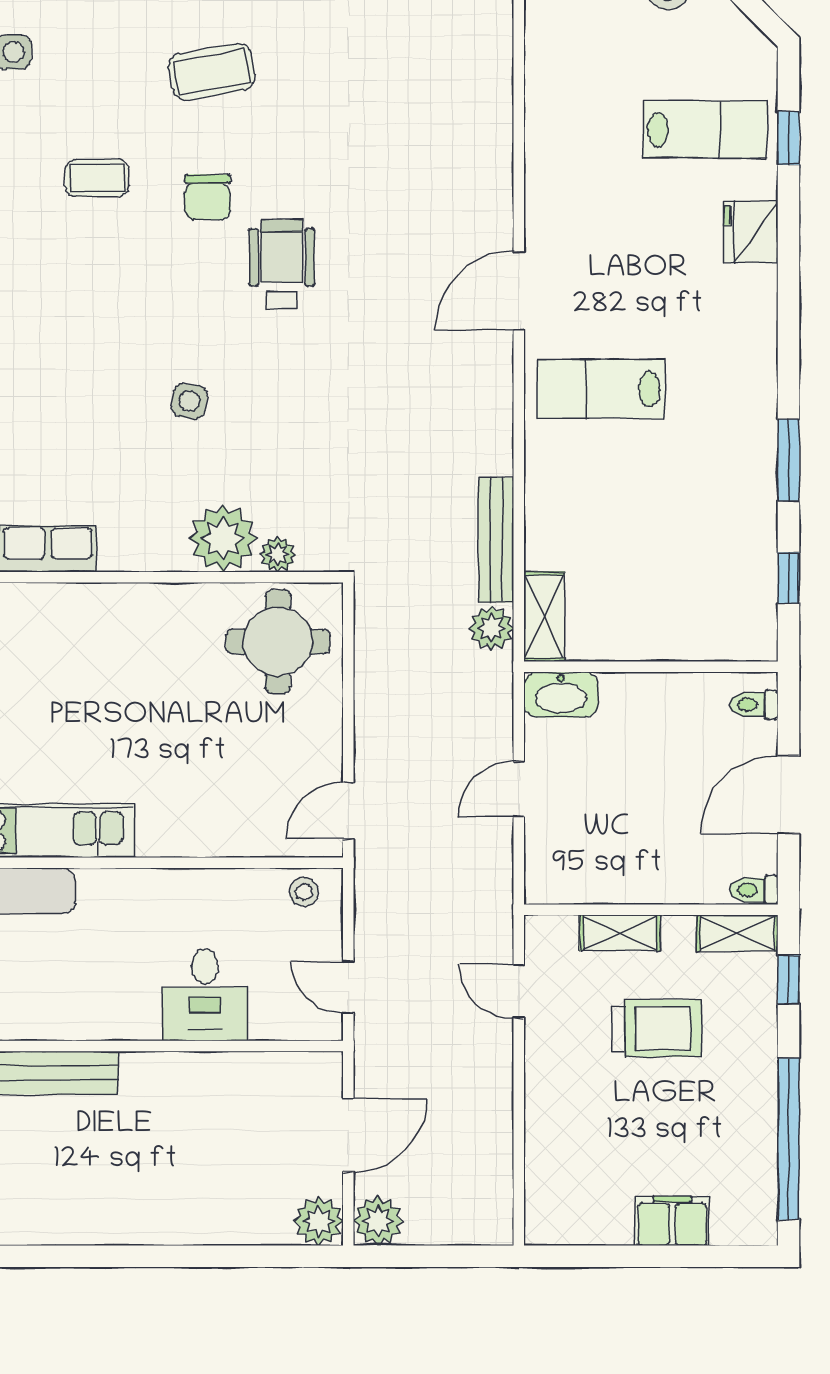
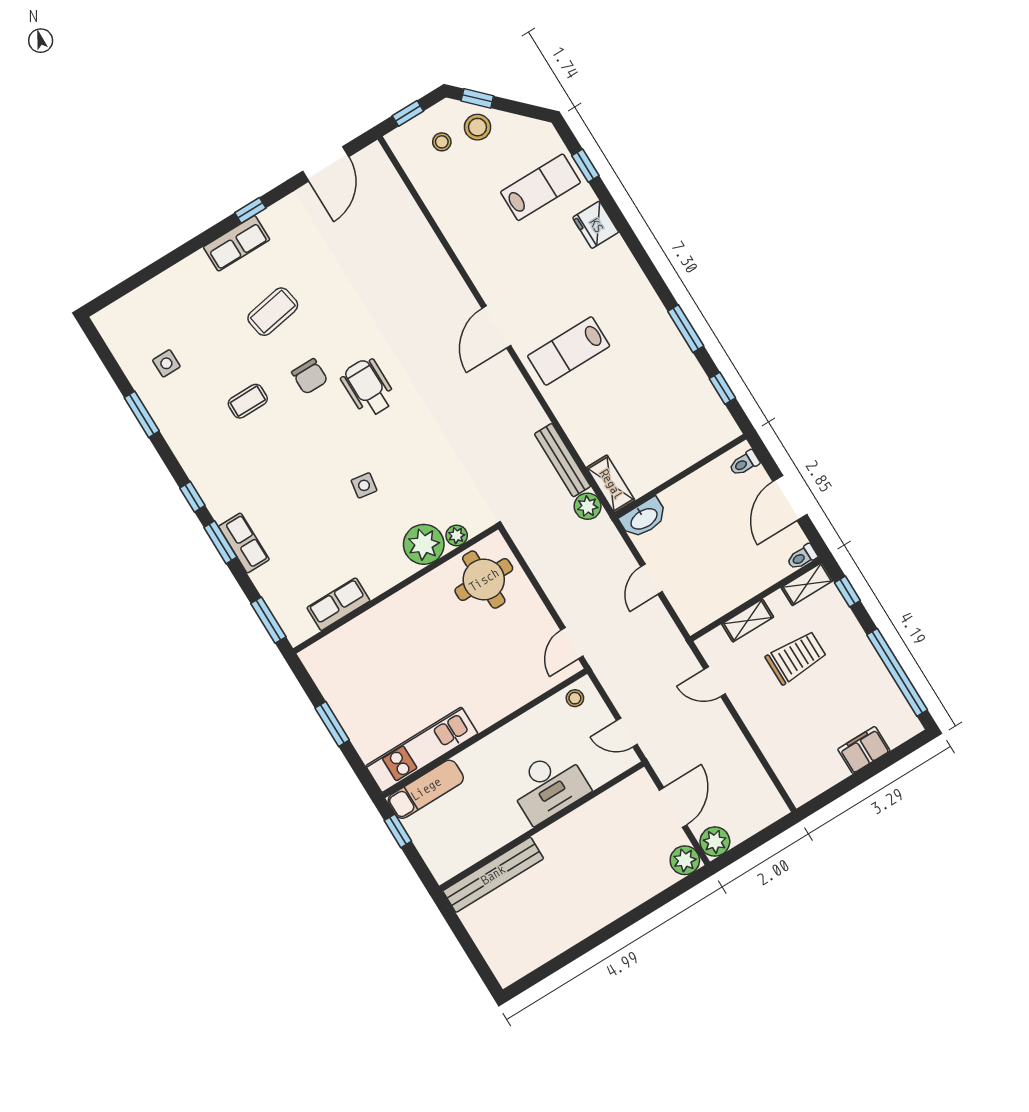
desk: (205, 995) -> (549, 786), width x1.37

